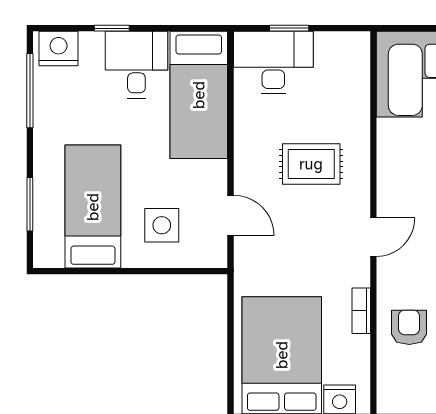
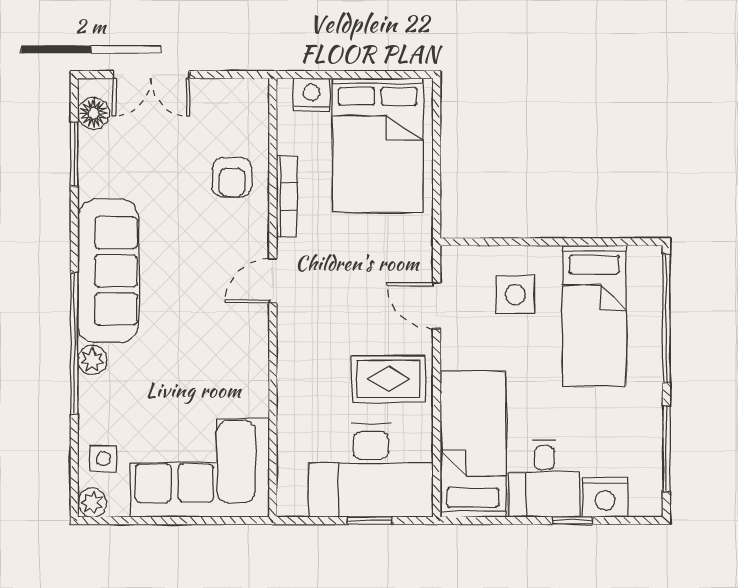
nightstand: (59, 49) -> (605, 497), moved
desk: (273, 62) -> (371, 470), width x1.36, depth x1.30
rug: (311, 164) -> (389, 379), moved
window: (30, 204) -> (666, 319), width x2.11
bookcase: (361, 311) -> (287, 196), width x1.56

